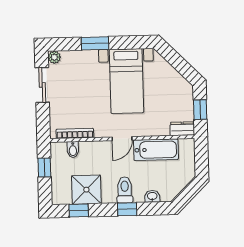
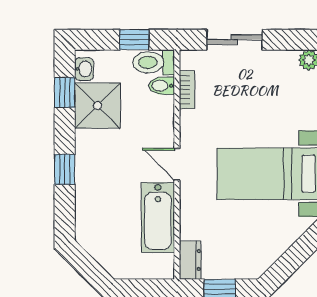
sliding door: (42, 85) -> (234, 40), moved
bookcase: (75, 133) -> (187, 90), width x0.64
toilet: (125, 190) -> (154, 62), moved, turned 180
washbasin: (152, 196) -> (84, 69), moved

